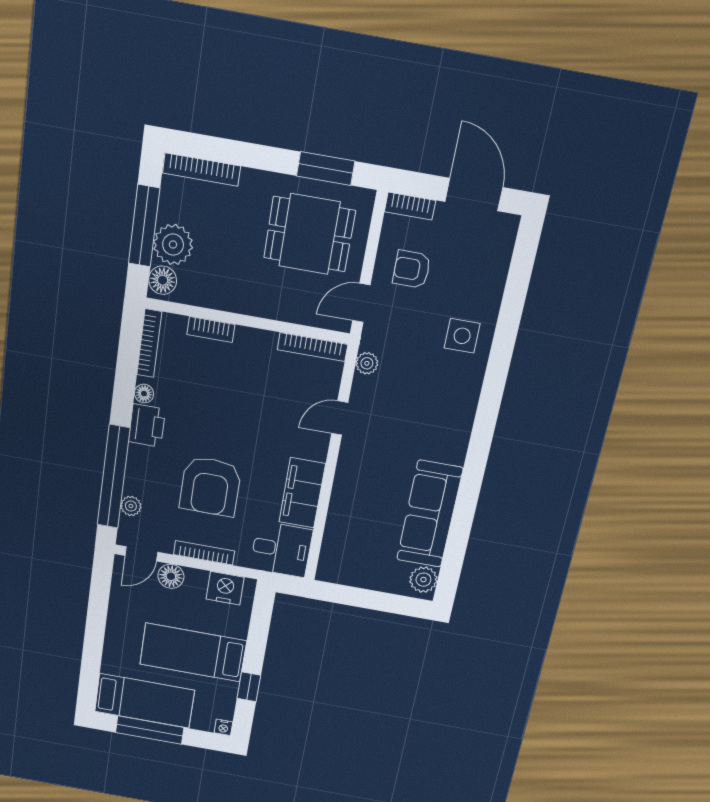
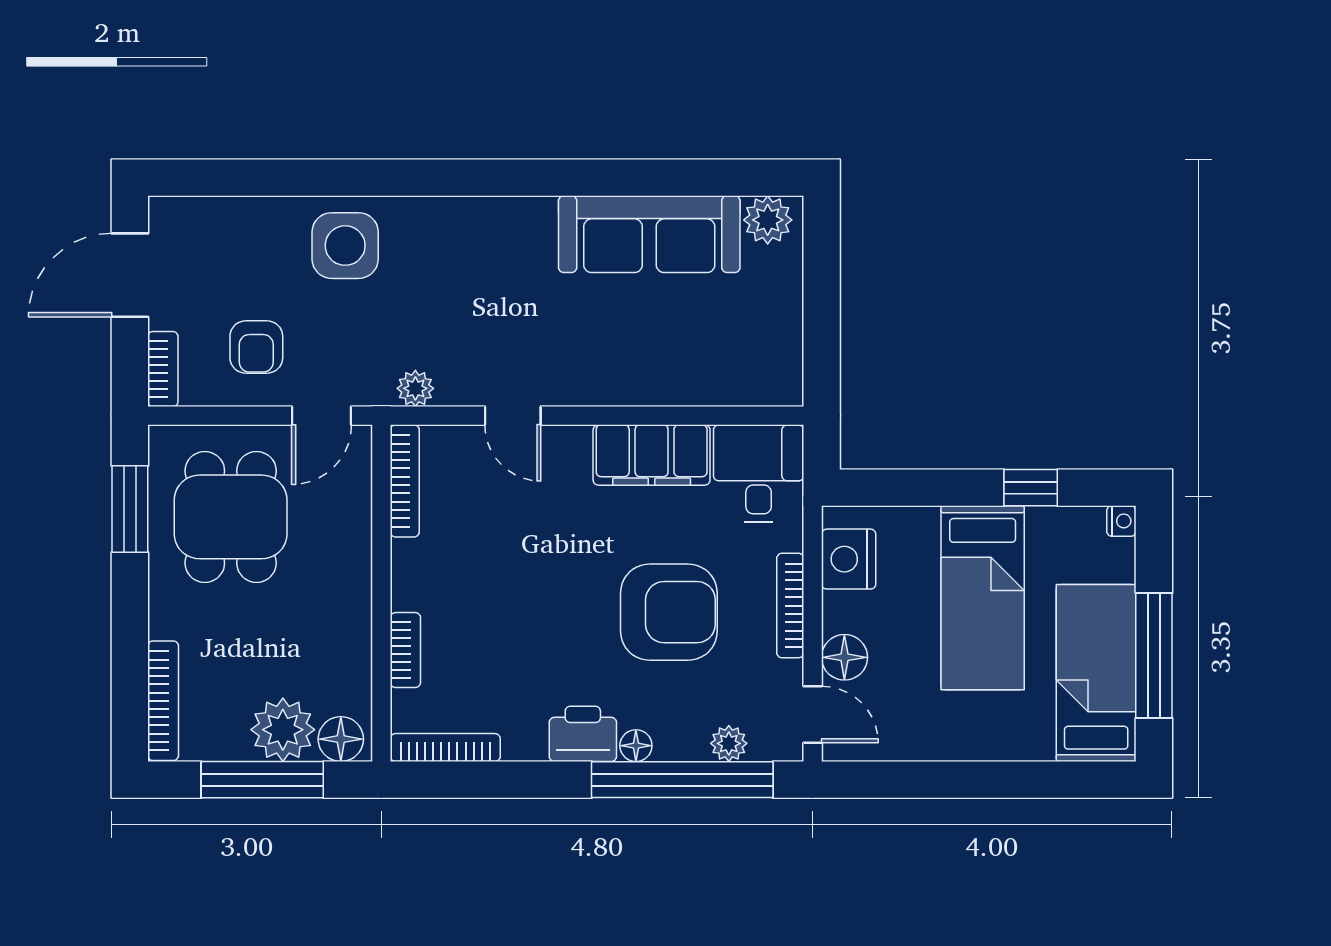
door: (361, 303) -> (321, 416), hinge flipped
side table: (462, 336) -> (345, 246), width x1.37, depth x1.37
floor lamp: (144, 394) -> (636, 746), moved

